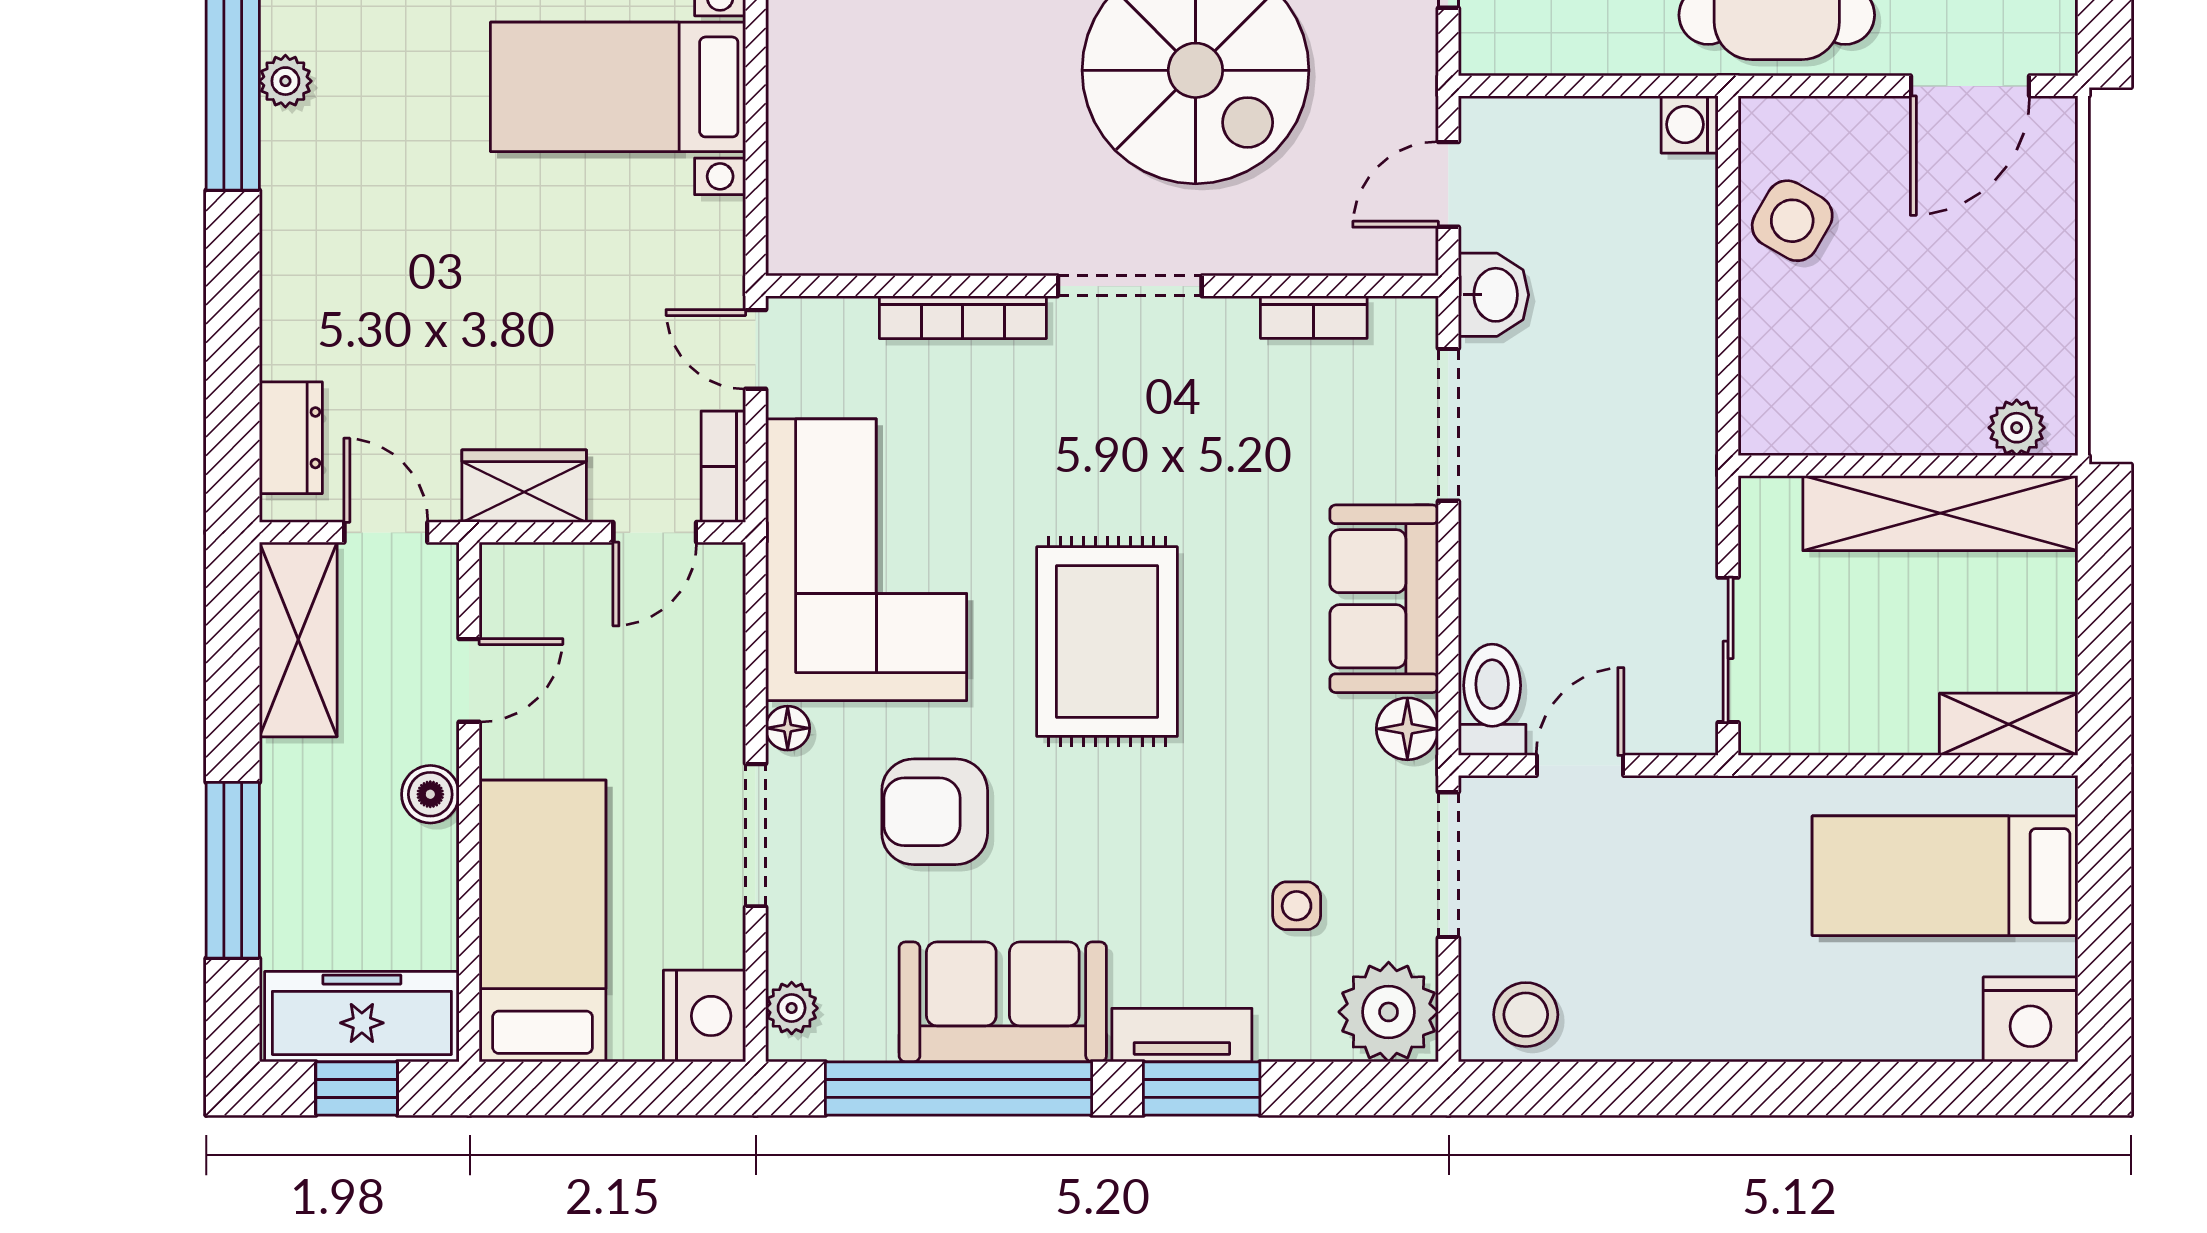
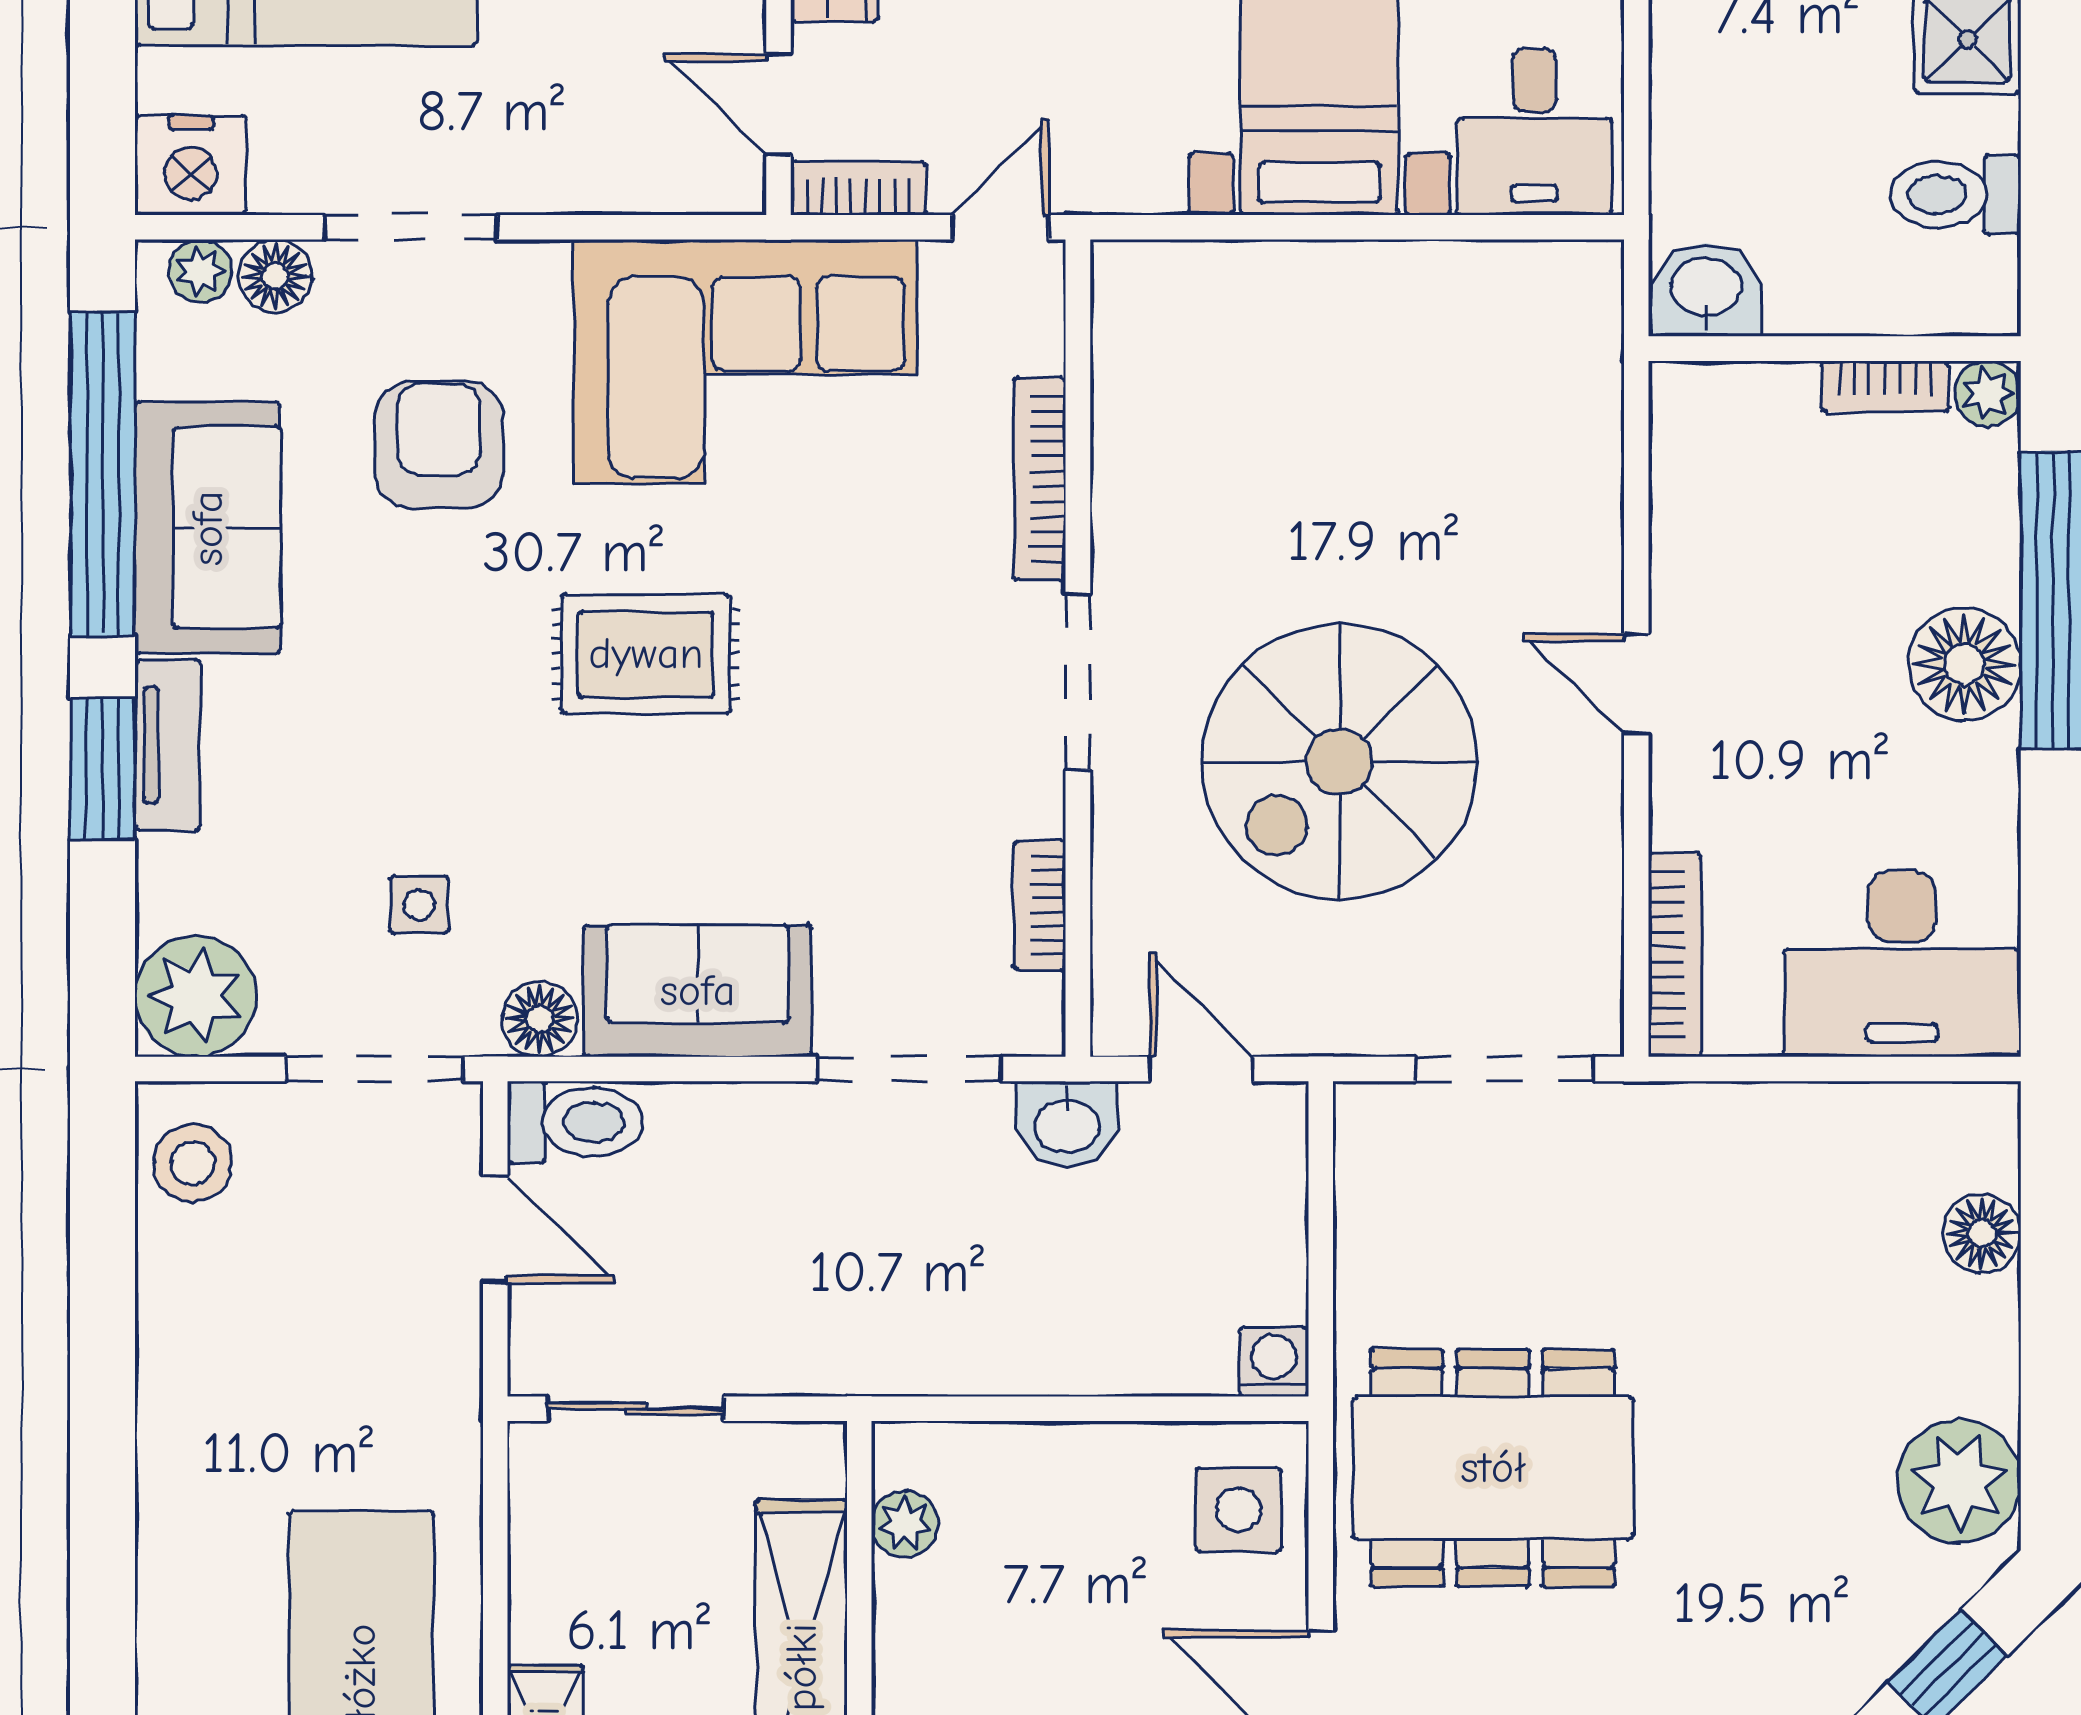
side table: (1792, 221) -> (1239, 1510), moved, turned -30
plant: (1823, 428) -> (905, 1524), added
rug: (1107, 642) -> (646, 654), width x0.73, depth x0.70
floor lamp: (788, 728) -> (275, 276), moved, width x1.37, depth x1.37
side table: (1297, 906) -> (419, 905), moved

